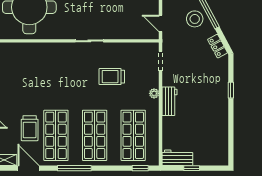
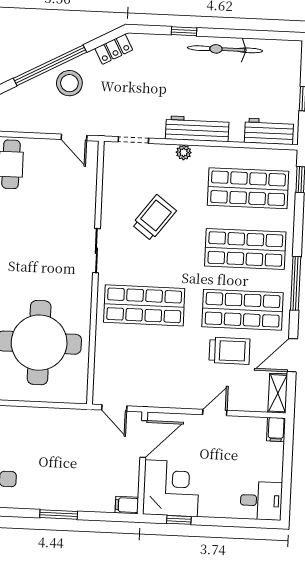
door: (161, 23) -> (74, 137), hinge flipped
shop shelf: (56, 73) -> (144, 305), added
trolley: (112, 77) -> (154, 218), turned -143
workbench: (169, 101) -> (197, 129), width x1.38
bicycle: (221, 117) -> (225, 49), added
workbench: (177, 158) -> (269, 131), moved, turned 90

